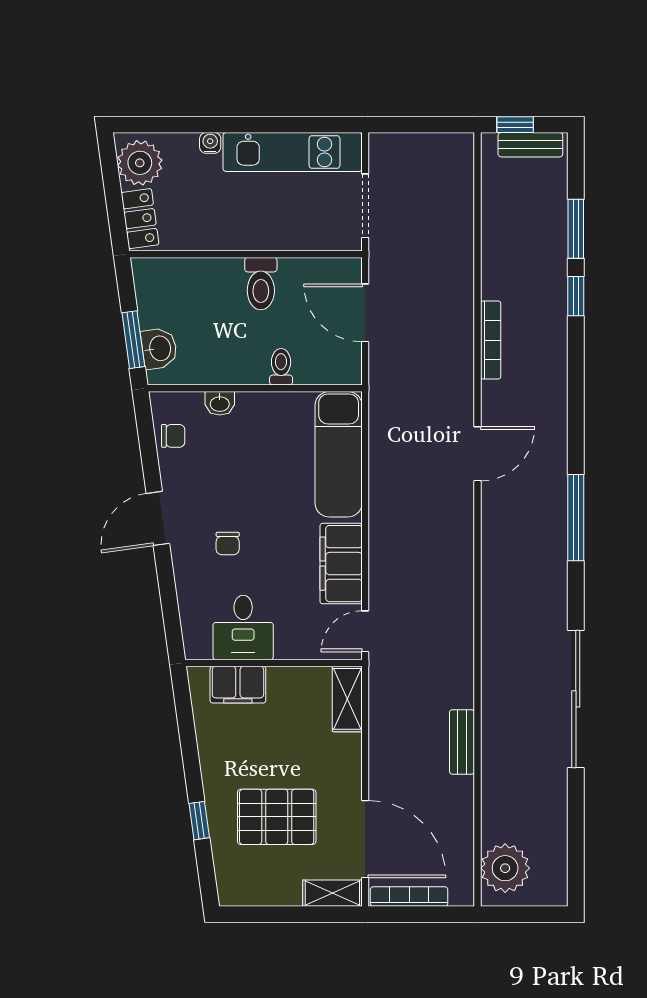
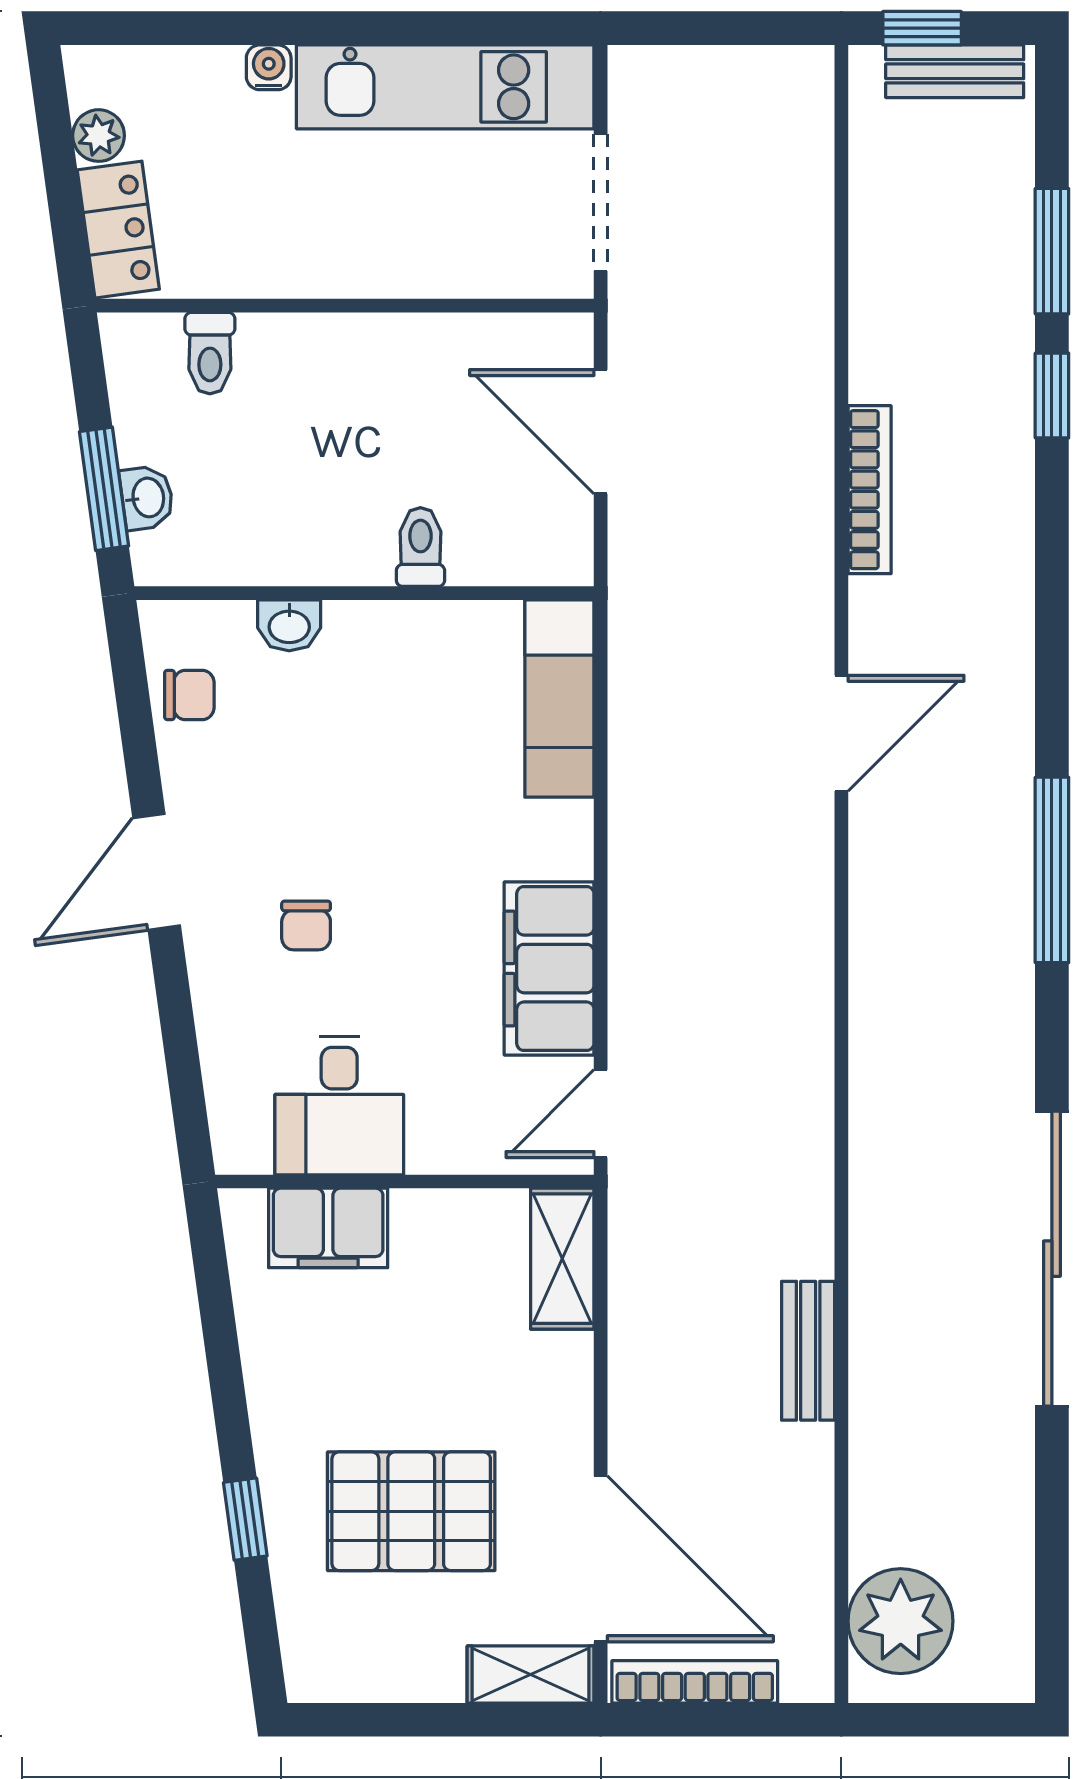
plant: (140, 163) -> (99, 136), width x0.53, depth x0.53
toilet: (261, 284) -> (210, 353), moved, width x0.73, depth x0.72
washbasin: (159, 348) -> (147, 498), width x0.72, depth x0.69
exam couch: (339, 454) -> (559, 699), width x0.73, depth x0.69

